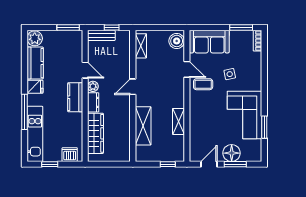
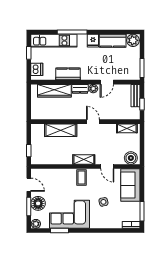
door: (187, 69) -> (107, 166), hinge flipped
coffee table: (203, 84) -> (81, 177), moved
kitchen counter: (75, 97) -> (68, 74), moved
shelving: (178, 121) -> (84, 159), moved
plant: (256, 156) -> (36, 224), added

